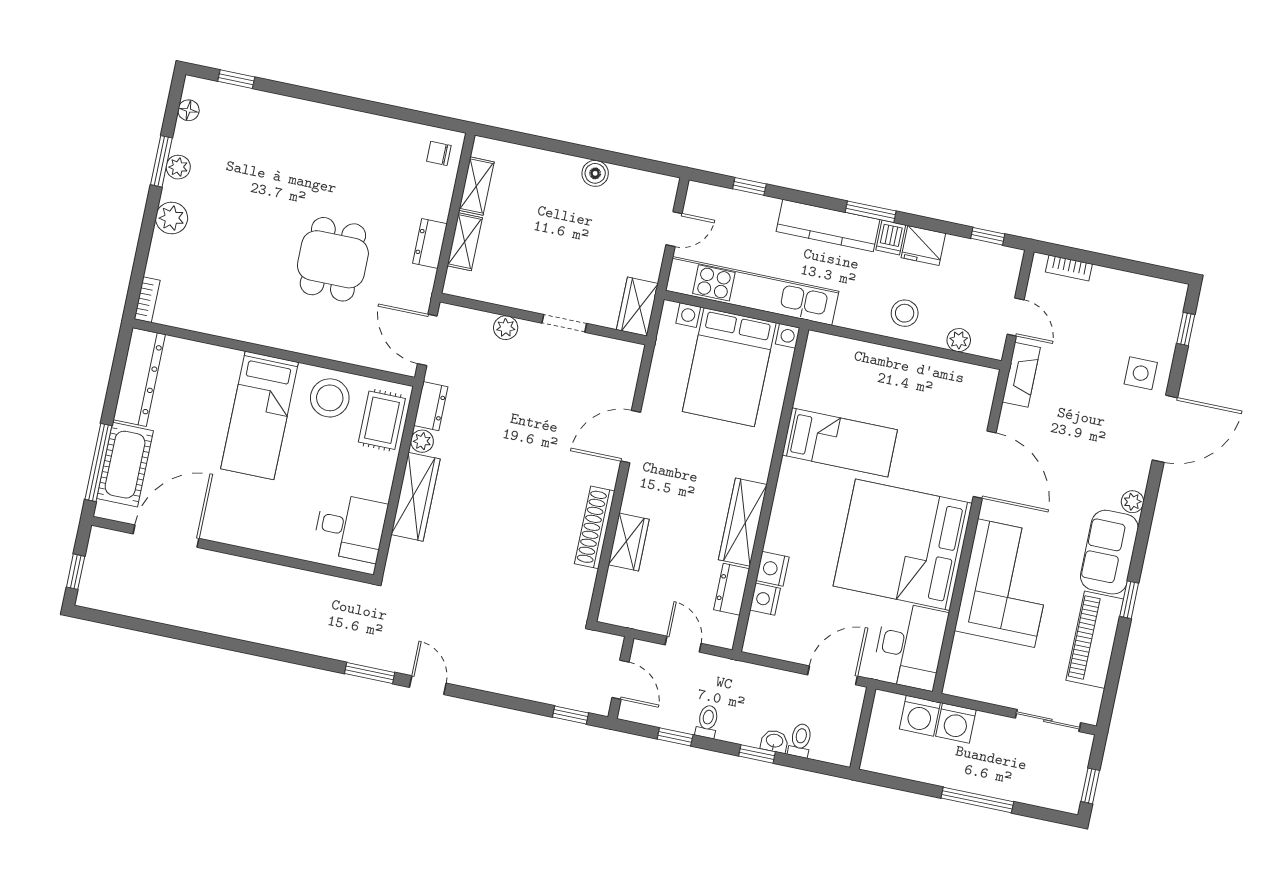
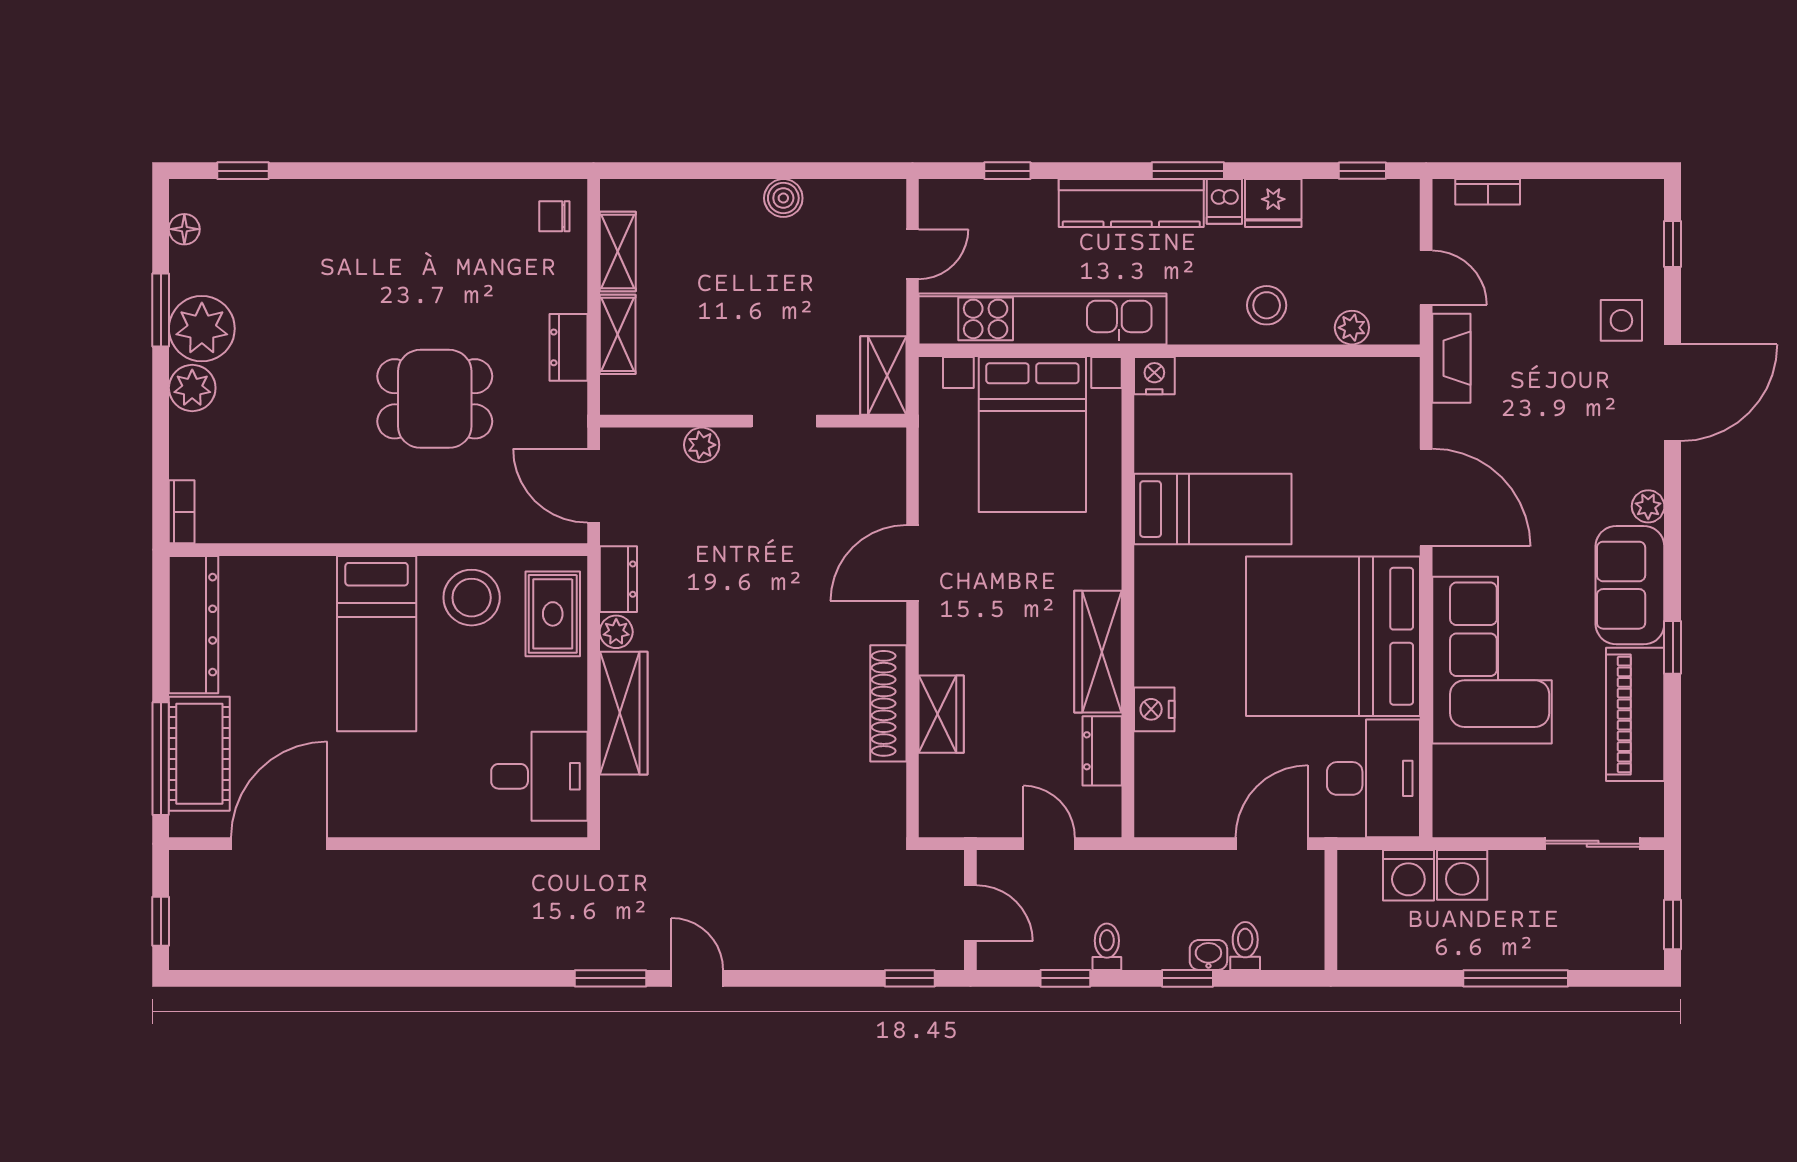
plant: (178, 167) -> (202, 329), width x1.87, depth x1.87
dining table: (333, 259) -> (435, 399), turned 90
nightstand: (765, 599) -> (1154, 376), moved, turned 90

